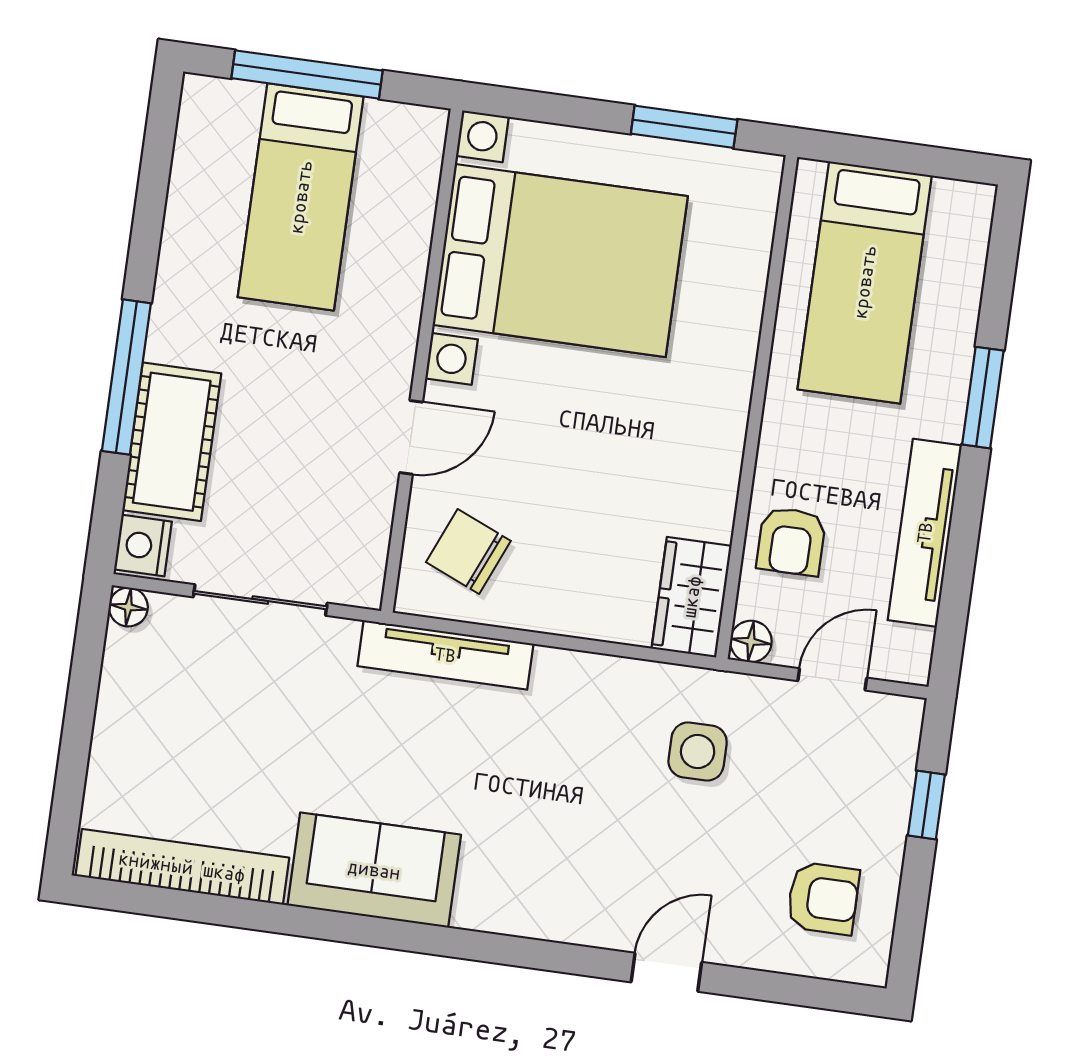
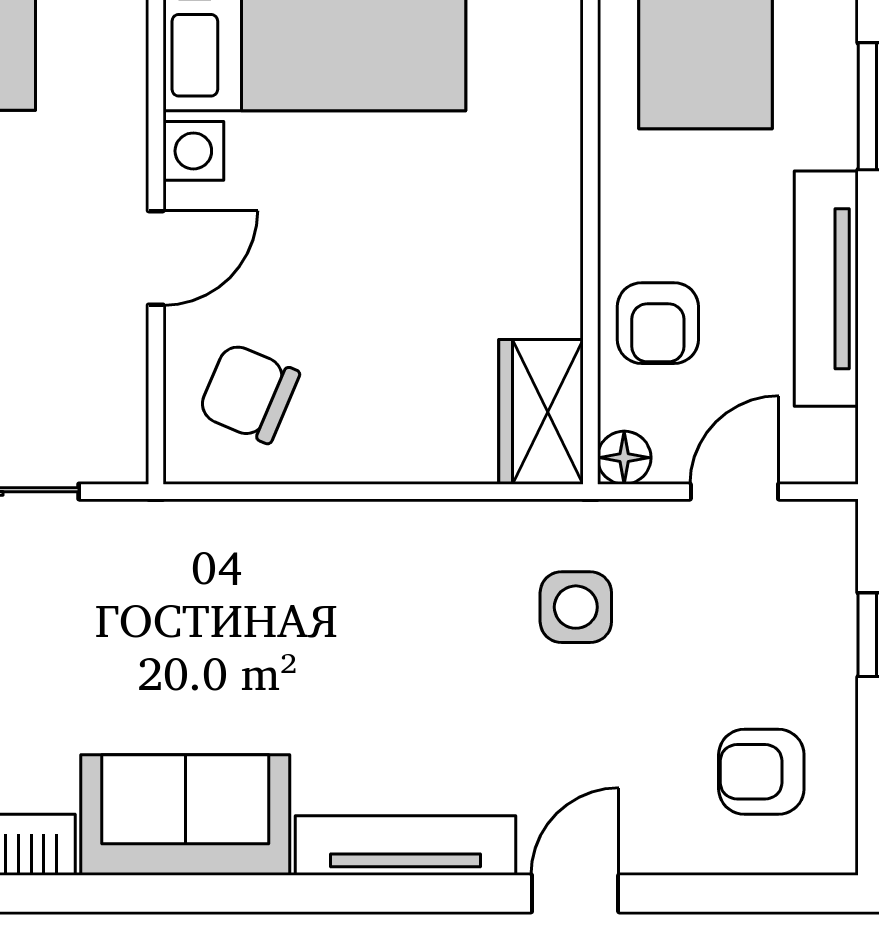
tv unit: (445, 655) -> (406, 845), moved, turned 180
armchair: (823, 898) -> (761, 772), turned 180

